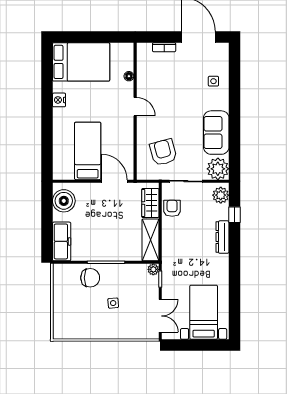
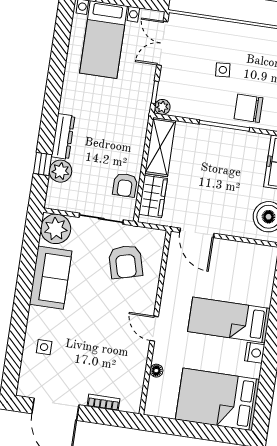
bed: (88, 151) -> (229, 320), moved, turned 90
plant: (221, 195) -> (60, 171), moved

